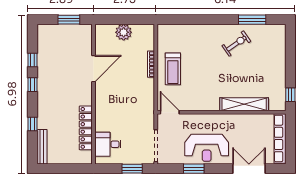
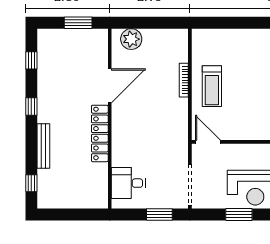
plant: (124, 32) -> (131, 39), moved
window: (33, 60) -> (31, 60), moved
window: (33, 124) -> (31, 183), moved
locker: (86, 128) -> (100, 133), moved
bench: (42, 147) -> (43, 146), moved

